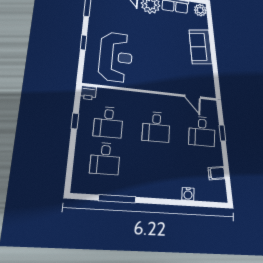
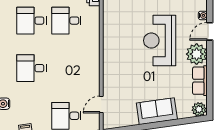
reception desk: (116, 57) -> (160, 41), moved, turned 90
desk: (156, 127) -> (32, 68), moved

